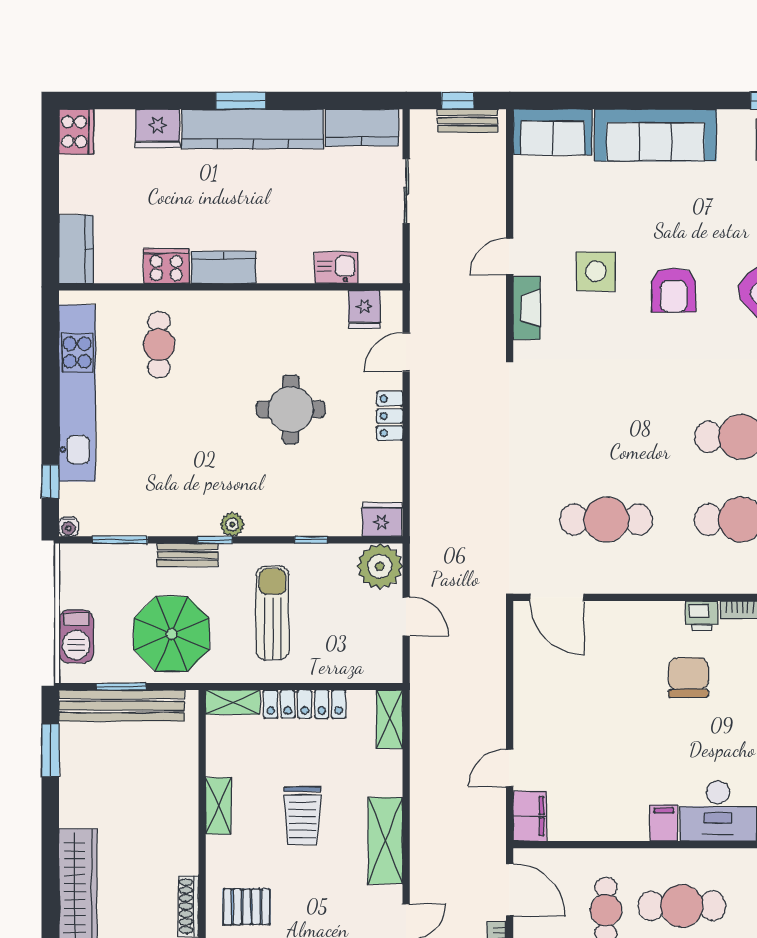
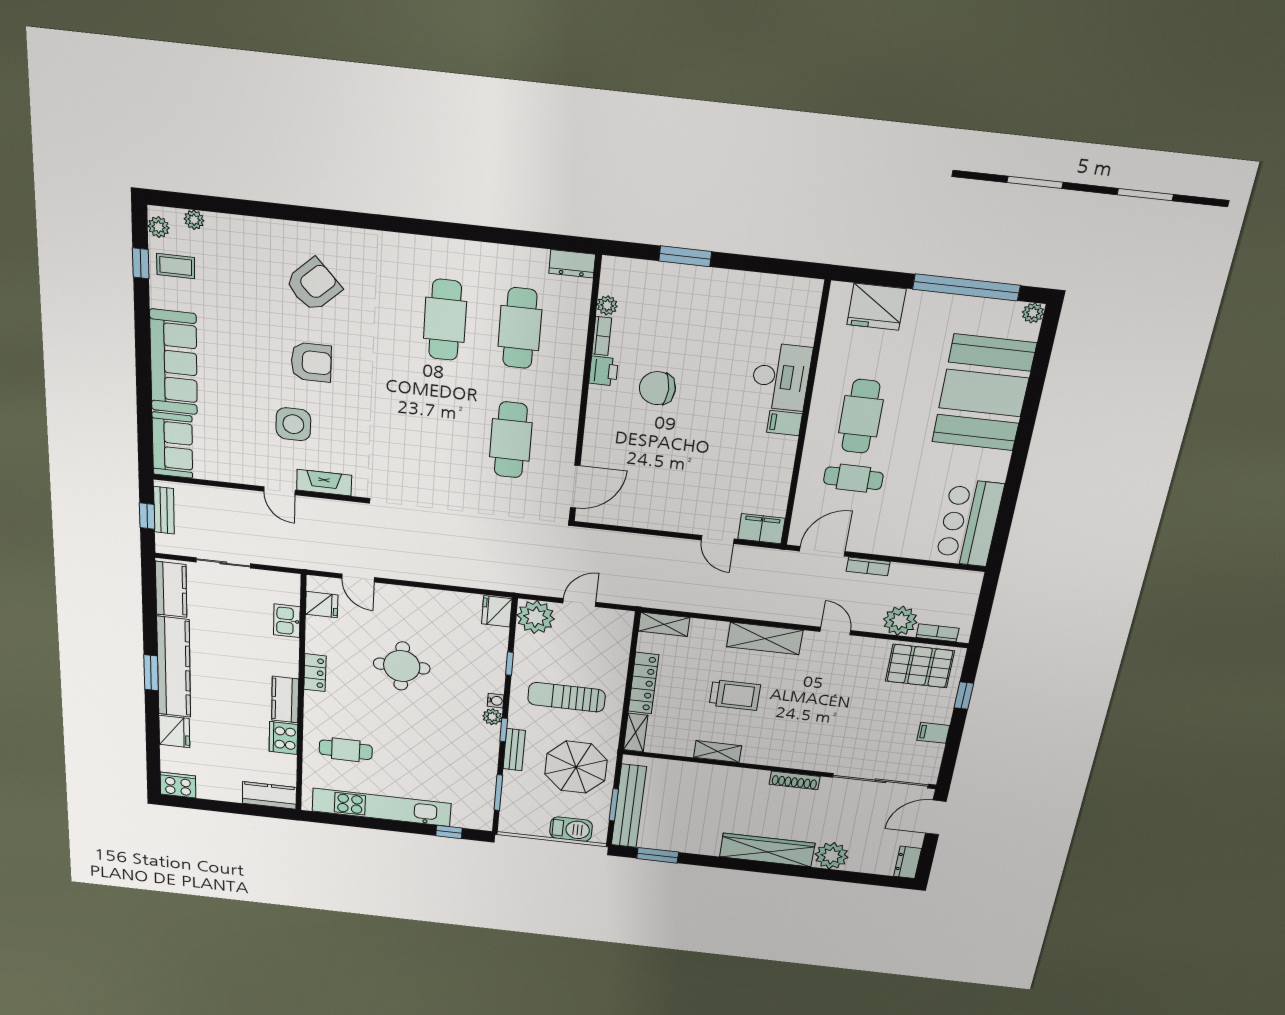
locker: (390, 416) -> (315, 673), moved, turned -90
water cooler: (68, 527) -> (496, 701), moved
pallet: (247, 907) -> (802, 742), removed

